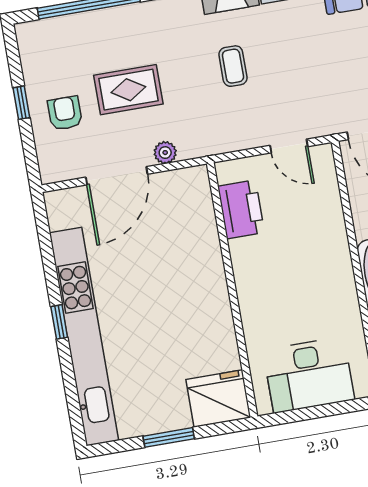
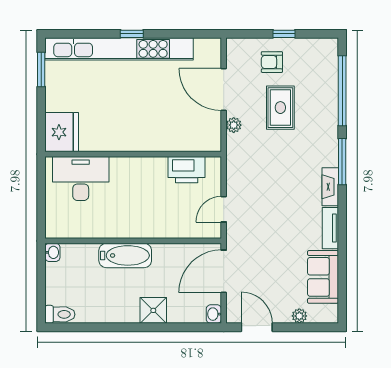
coffee table: (233, 66) -> (284, 181), removed
armchair: (65, 113) -> (272, 62), turned 180
desk: (309, 375) -> (81, 178), moved, turned 90
window: (169, 437) -> (41, 70), moved

